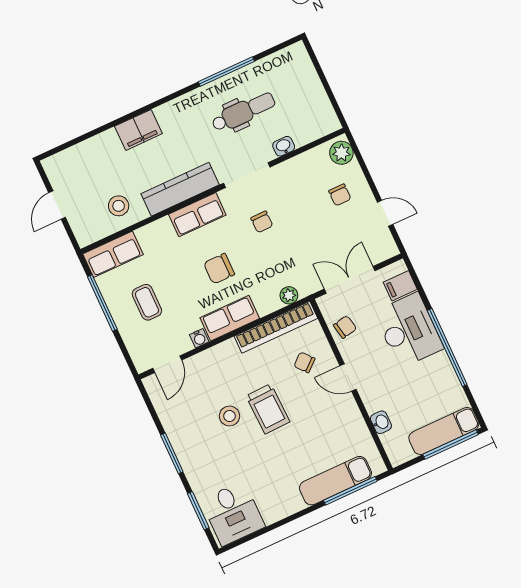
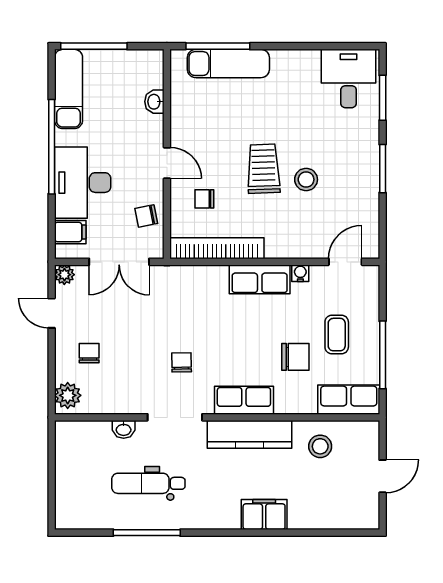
chair: (219, 269) -> (295, 357), moved
plant: (289, 295) -> (64, 275), moved
chair: (304, 362) -> (204, 199), turned 131
exam couch: (444, 431) -> (69, 89), moved, turned -90

